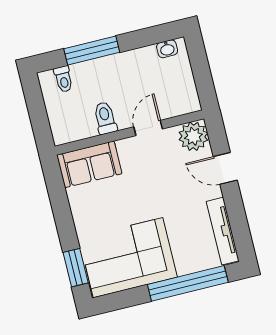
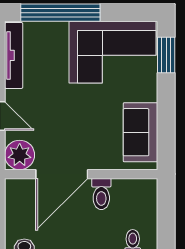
door: (148, 128) -> (62, 174), width x1.87
sofa: (89, 164) -> (140, 132), moved, turned -90

